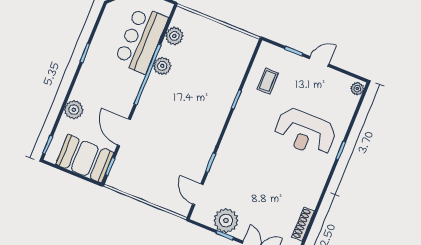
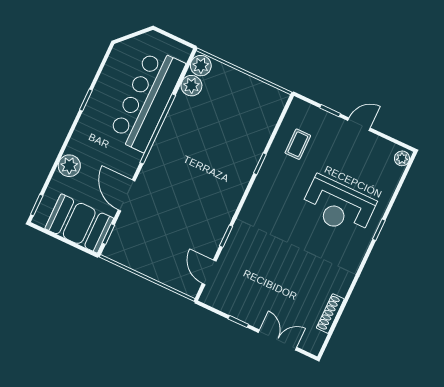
bar counter: (141, 40) -> (147, 100), width x1.36
plant: (162, 66) -> (201, 66), moved
plant: (226, 221) -> (240, 305), removed

